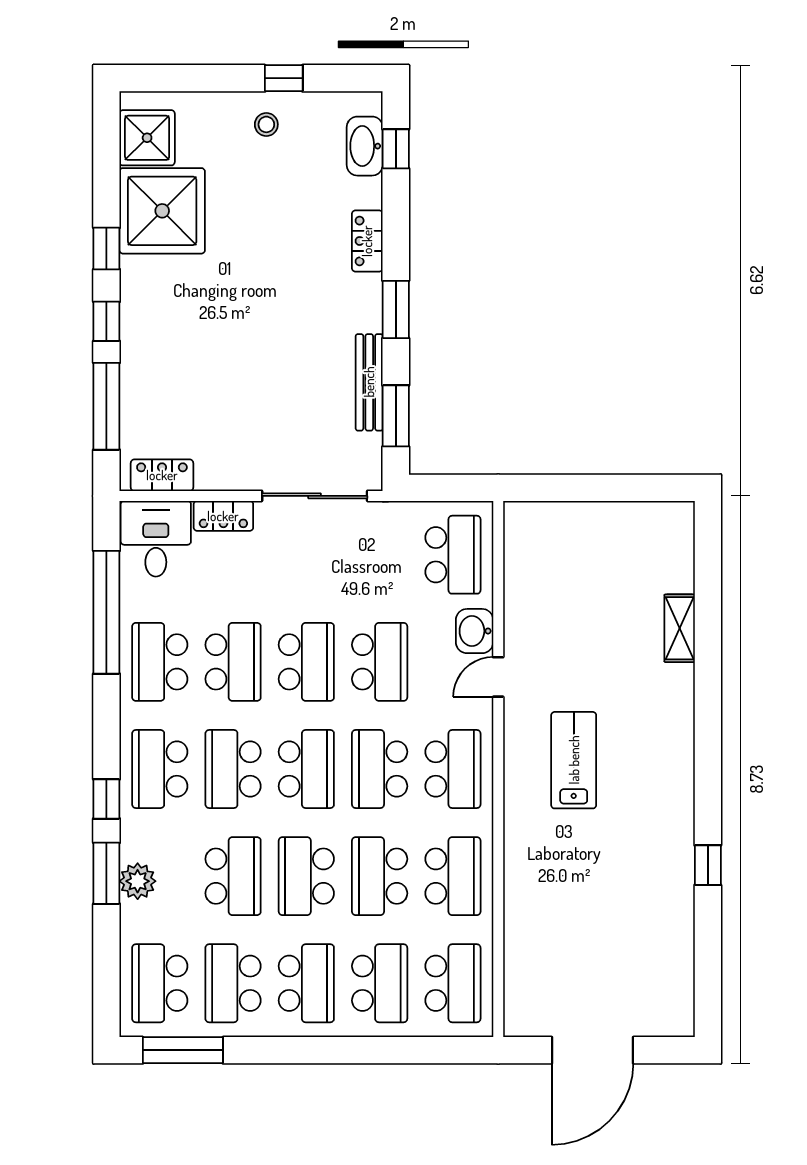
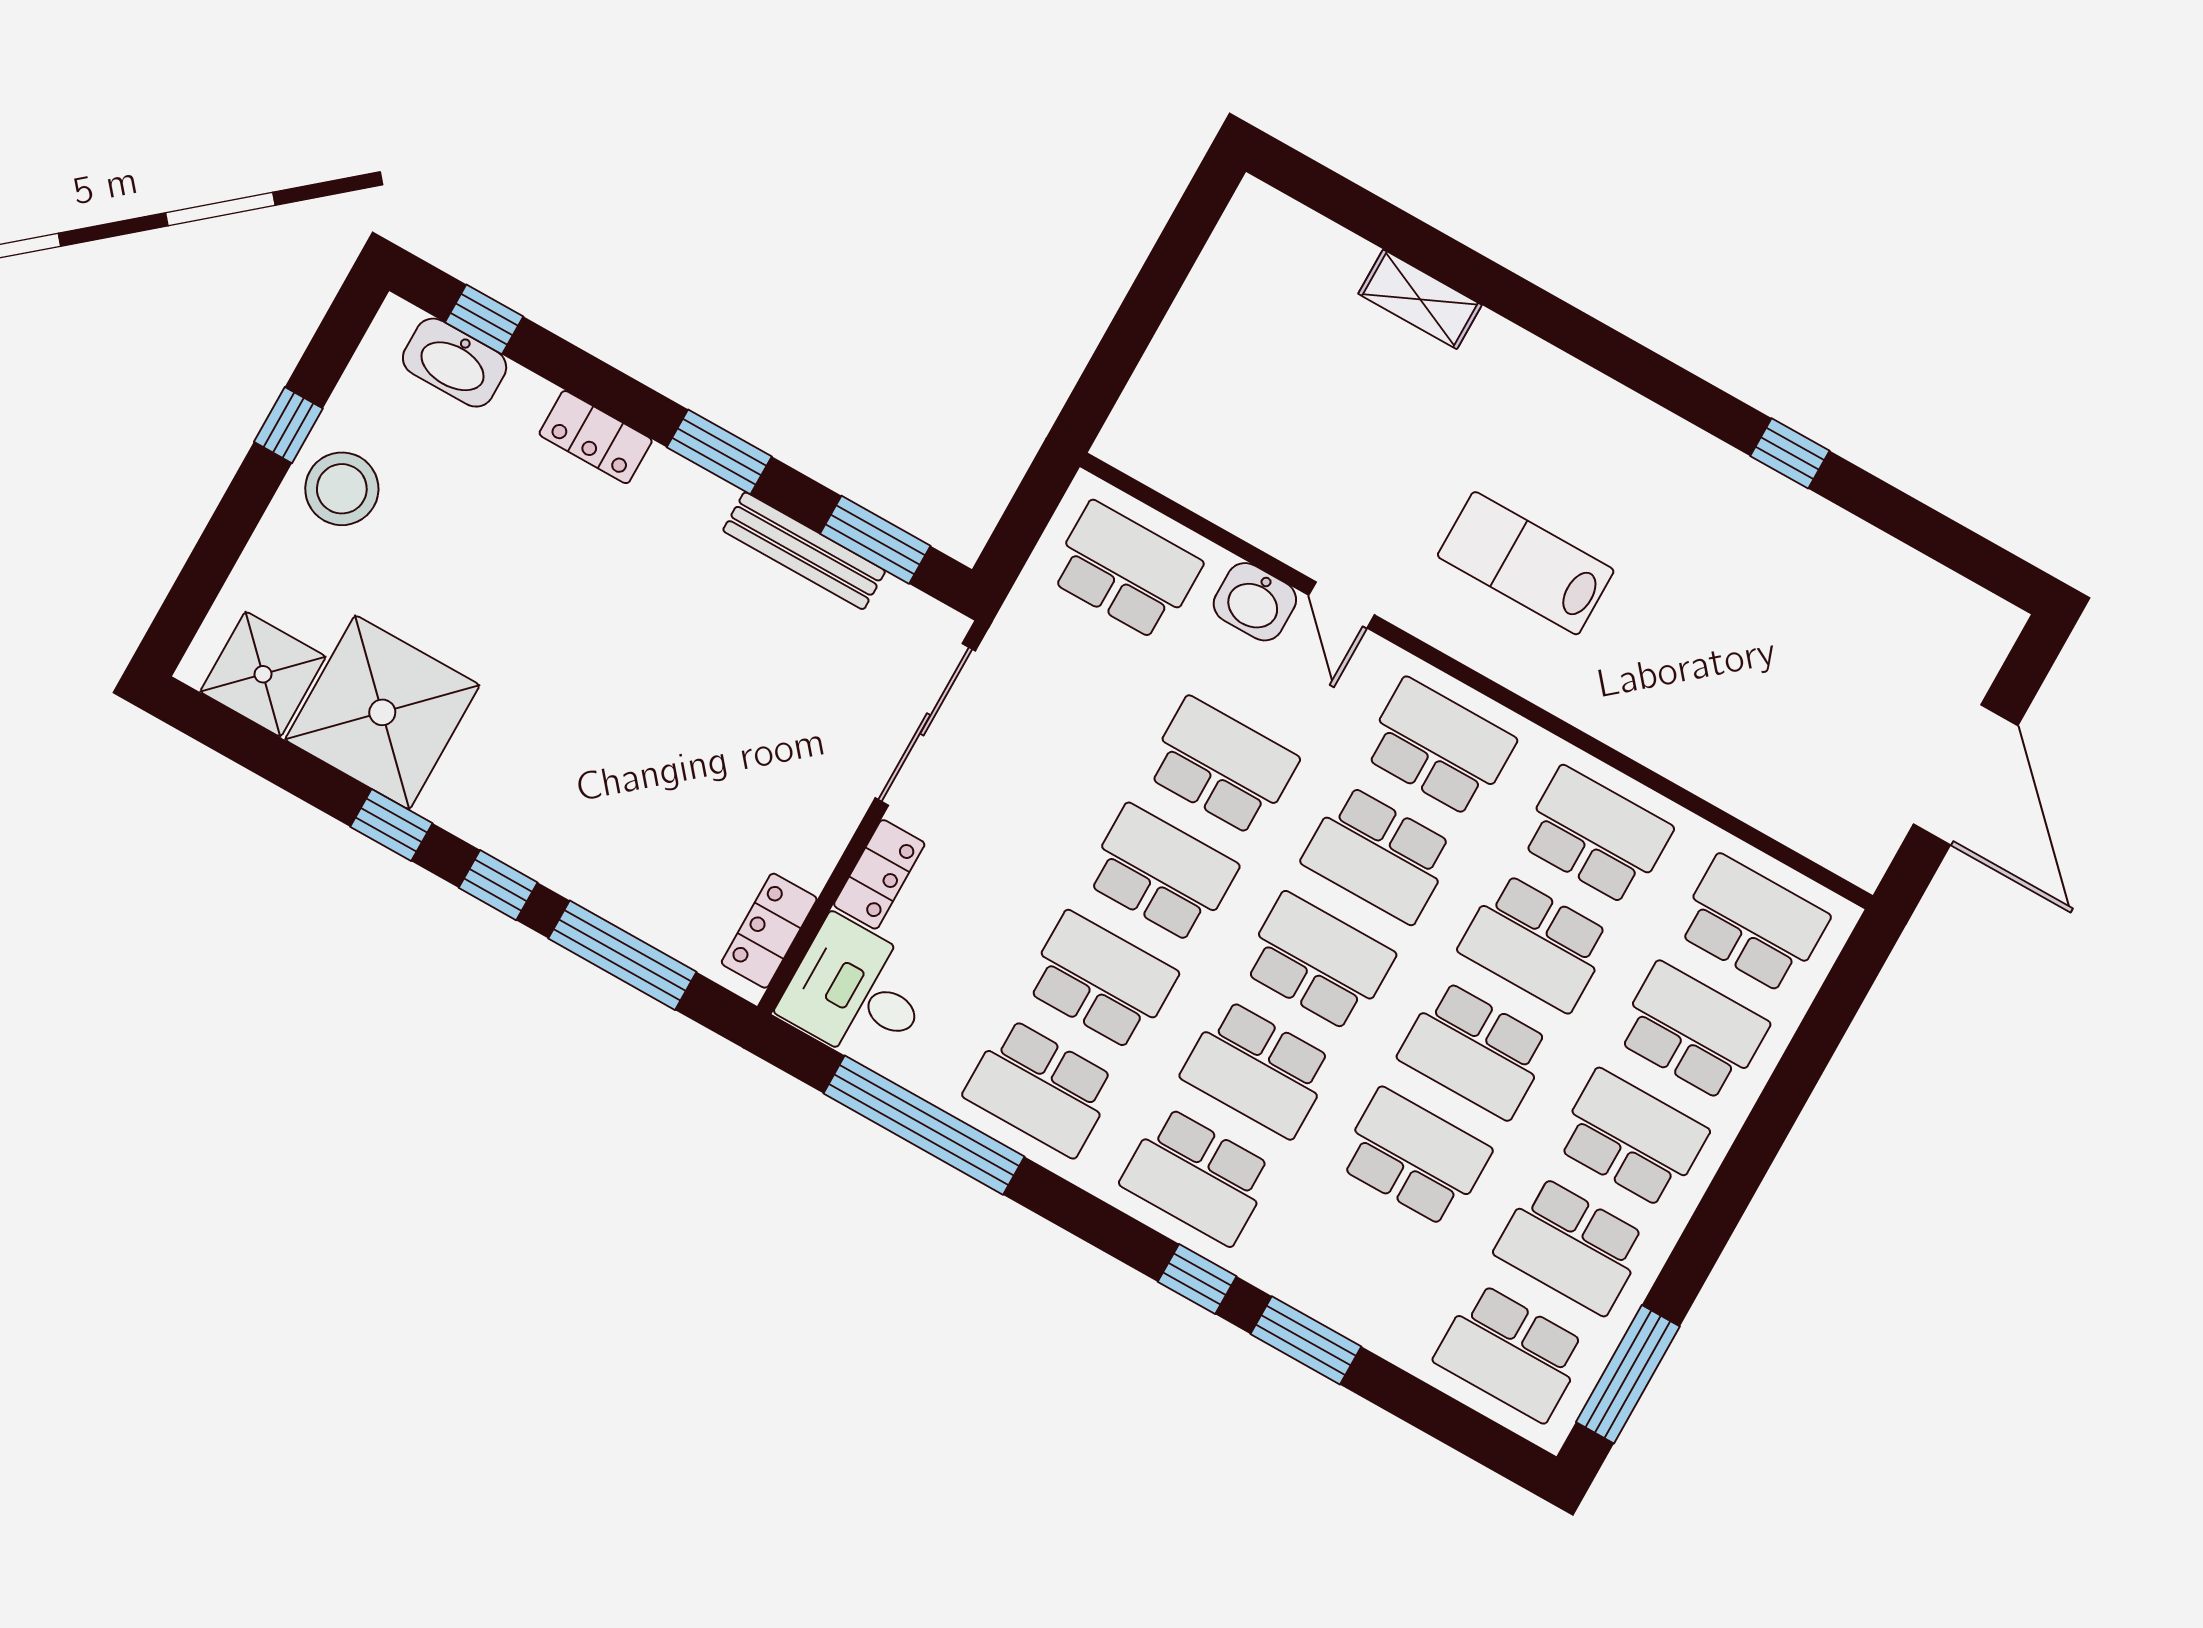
stool: (266, 124) -> (342, 489), width x1.89, depth x1.89
plant: (138, 881) -> (1343, 1301), removed

